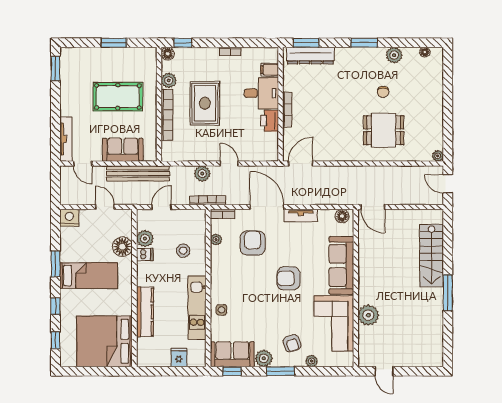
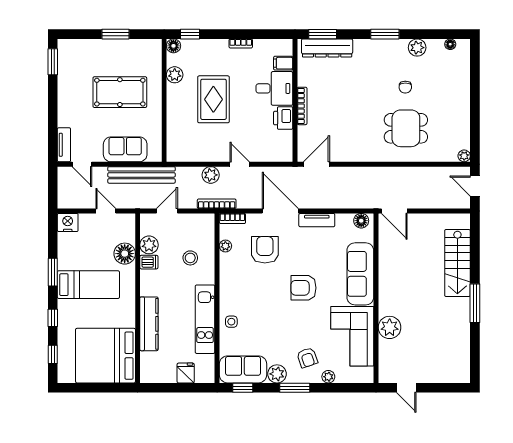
bookcase: (167, 115) -> (173, 112), removed
tv unit: (66, 139) -> (64, 145), width x0.71

